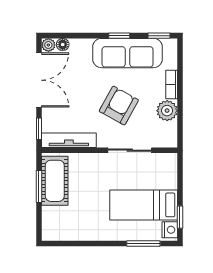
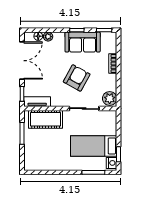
plant: (48, 45) -> (48, 37), moved
sofa: (128, 53) -> (83, 42), width x0.73
plant: (167, 111) -> (110, 98), moved
tv unit: (69, 140) -> (37, 102), width x0.71
cot: (55, 181) -> (46, 119), moved, turned 90

